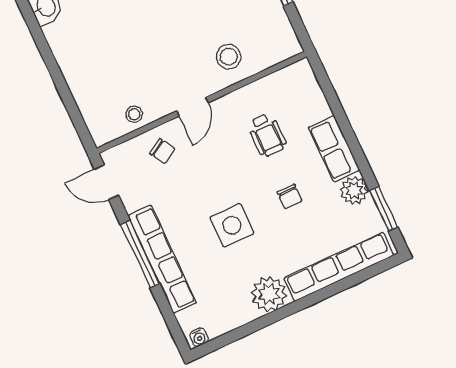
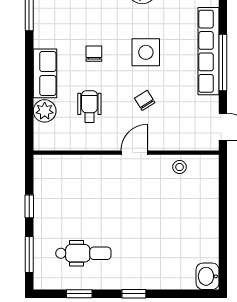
stool: (229, 57) -> (91, 177), removed
chair: (162, 151) -> (145, 100), moved
plant: (354, 191) -> (45, 111), moved

